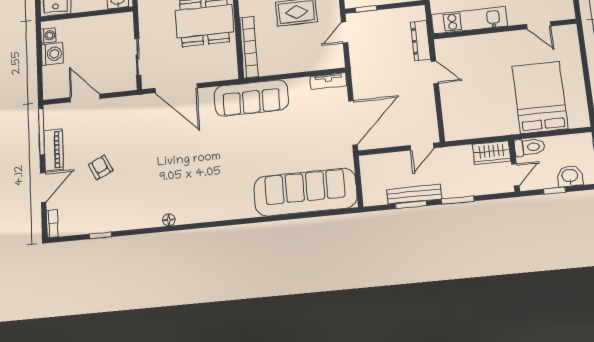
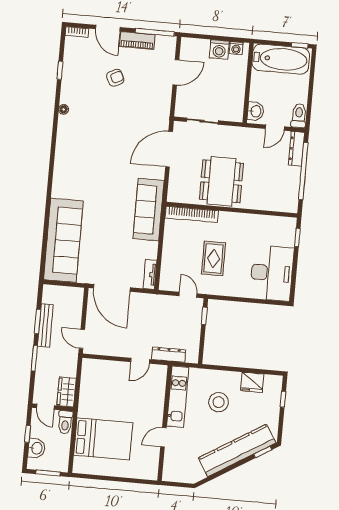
door: (539, 25) -> (163, 437), moved
floor lamp: (169, 220) -> (64, 109), moved

